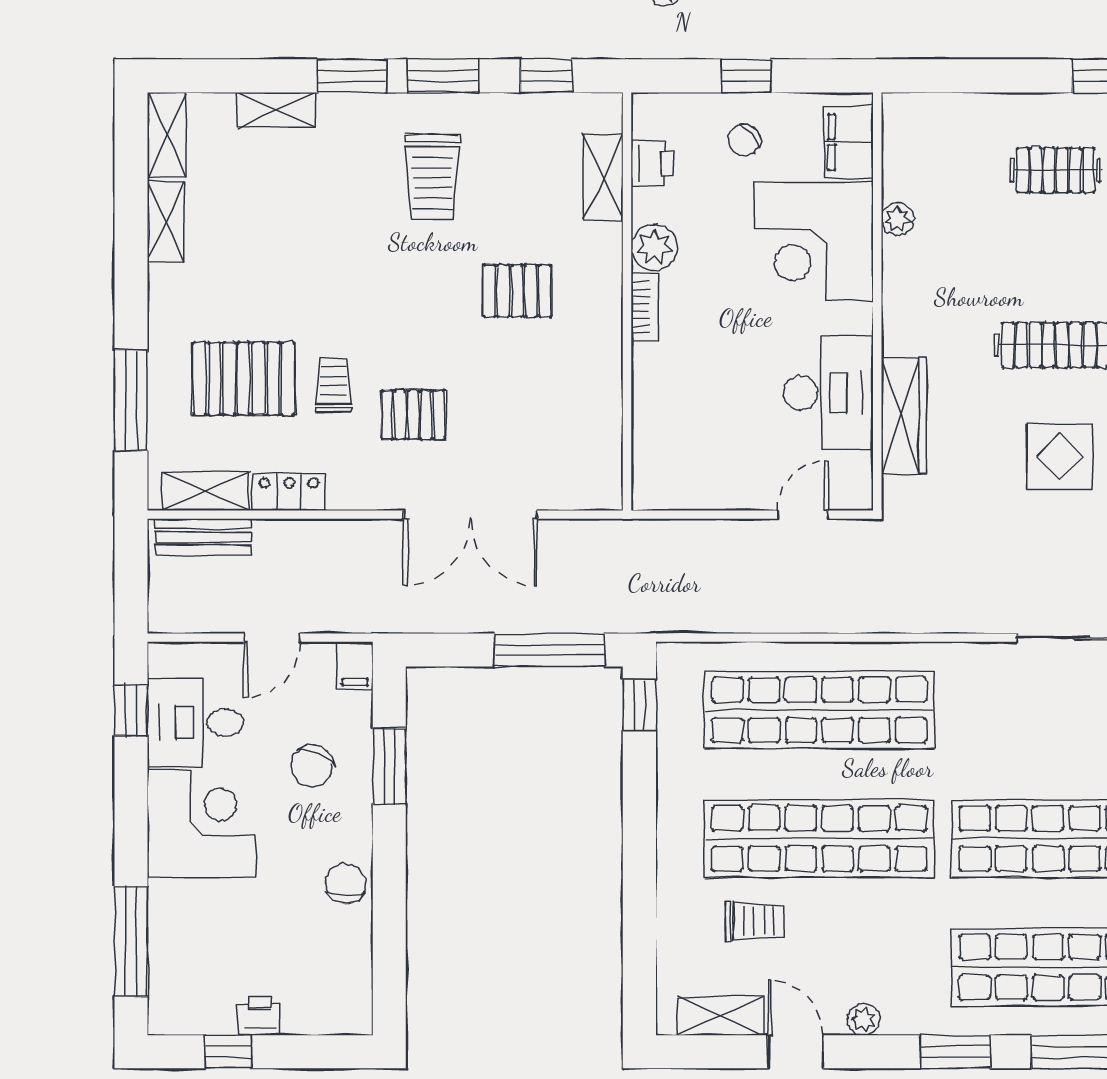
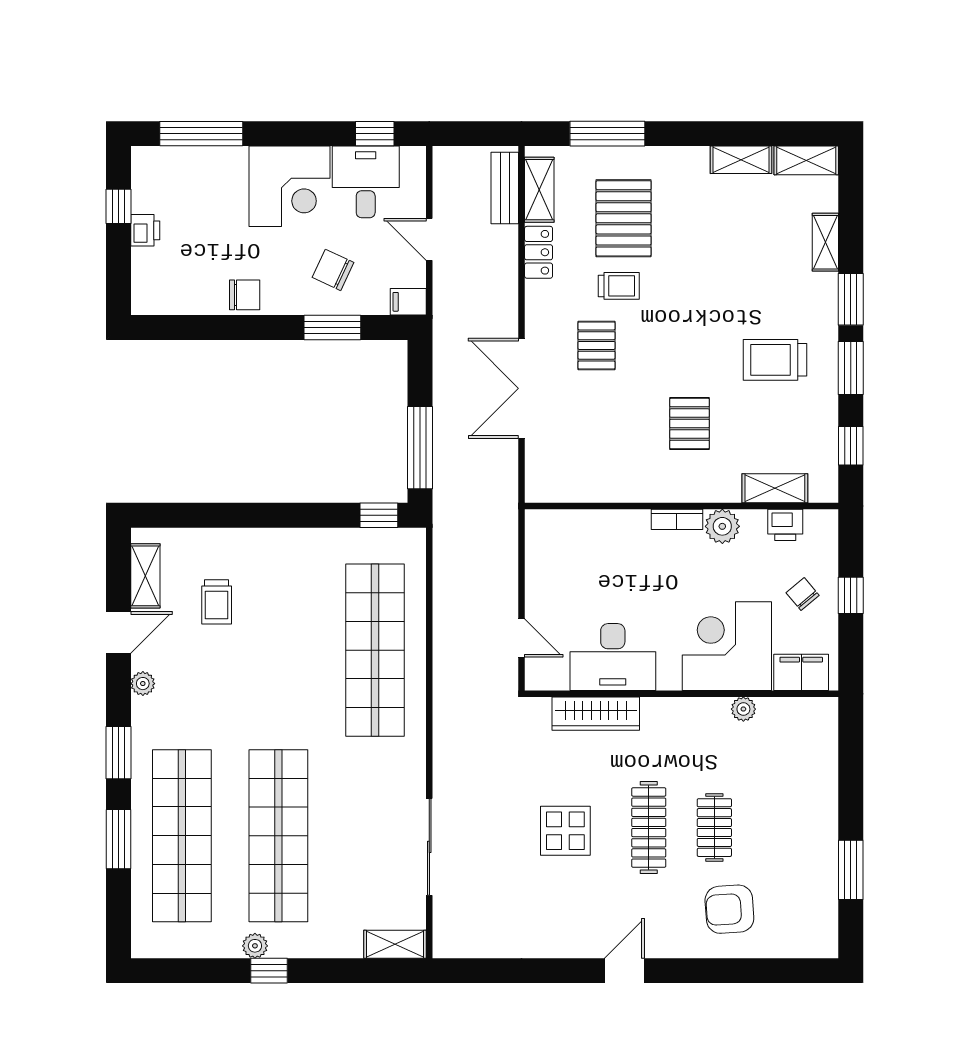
clothes rail: (1056, 170) -> (714, 828), moved
shop shelf: (819, 839) -> (278, 650), removed

